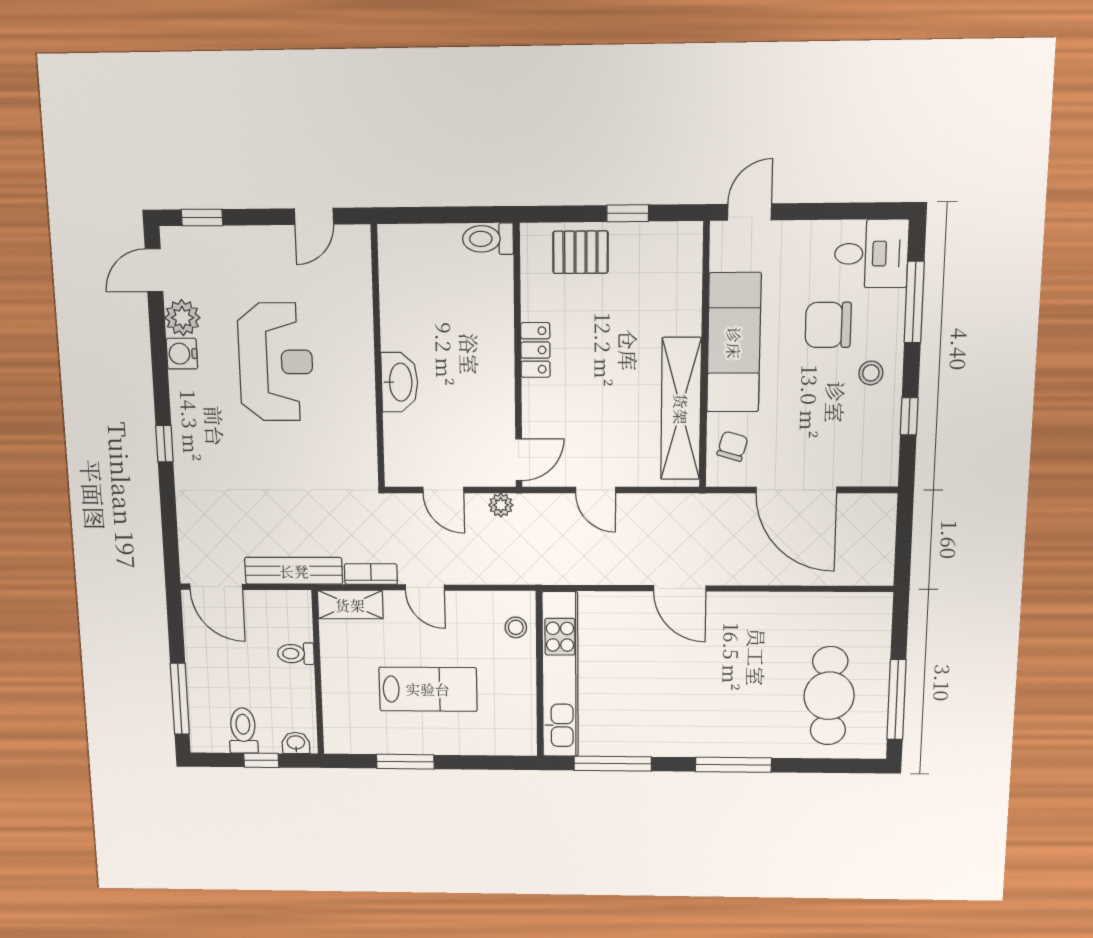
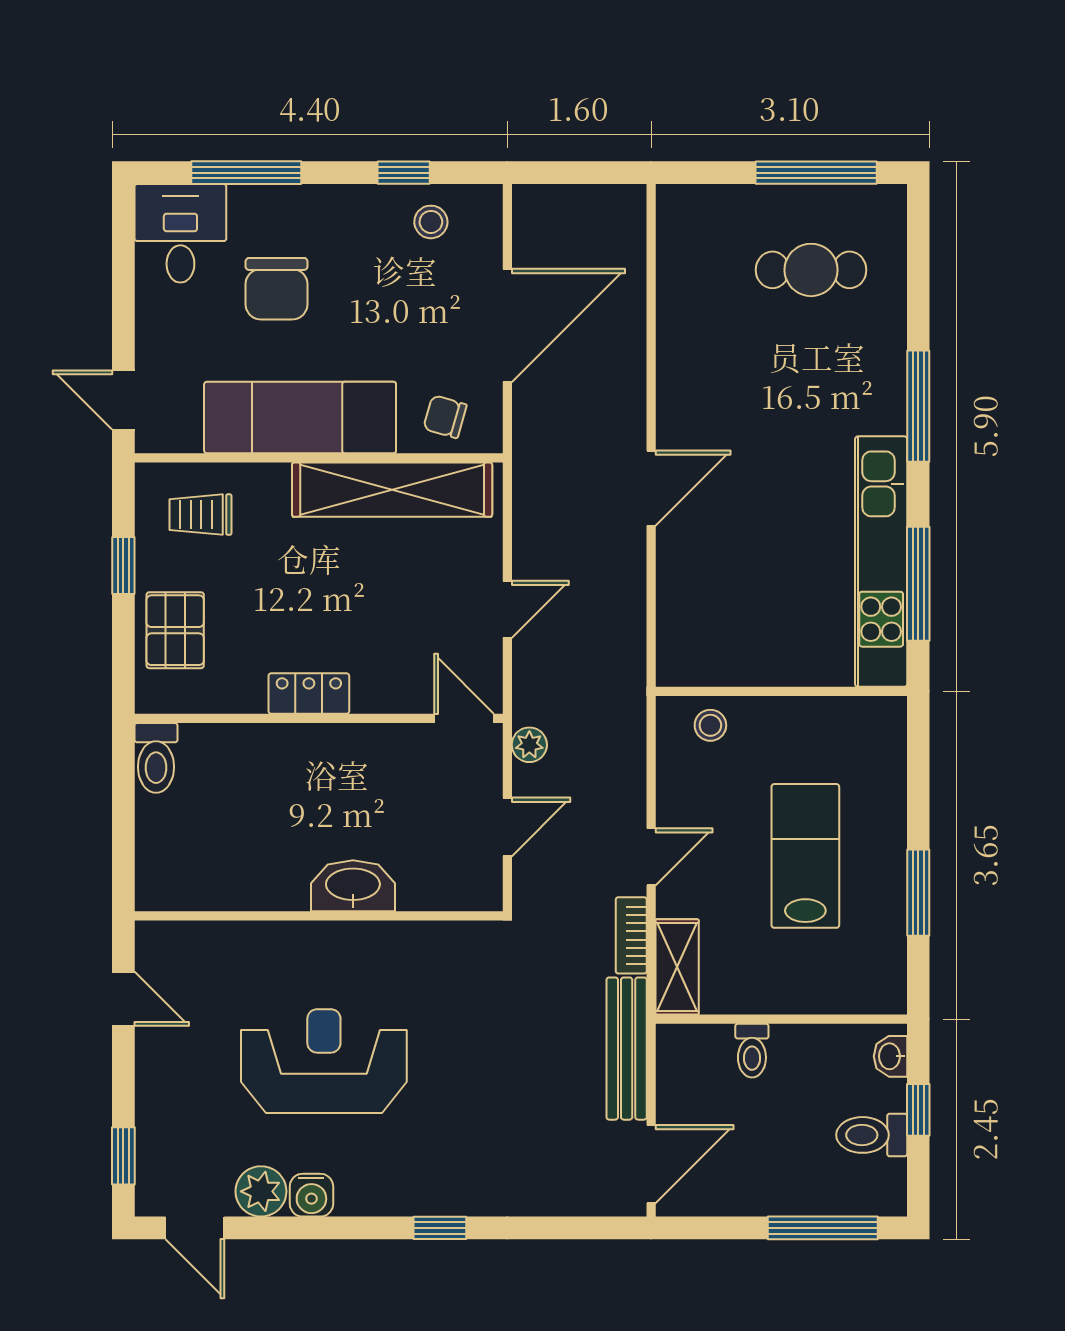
trolley: (664, 270) -> (200, 515), added
stool: (871, 373) -> (431, 222), moved
kitchen unit: (560, 675) -> (881, 562), moved, turned -90
cafe table: (829, 696) -> (811, 270), width x0.73, depth x0.74

